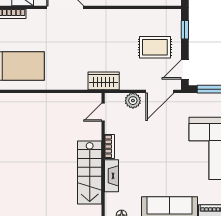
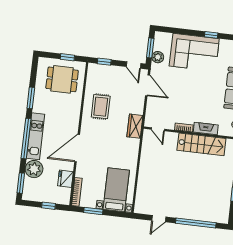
rug: (155, 47) -> (101, 107), moved
plant: (133, 101) -> (158, 57), moved

